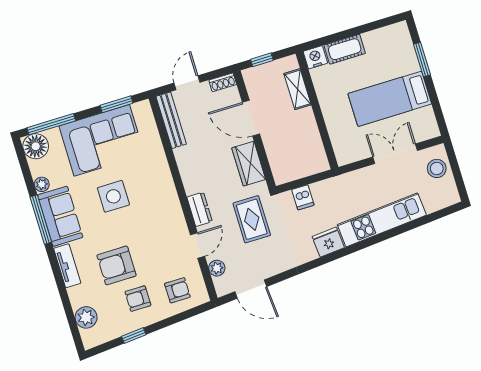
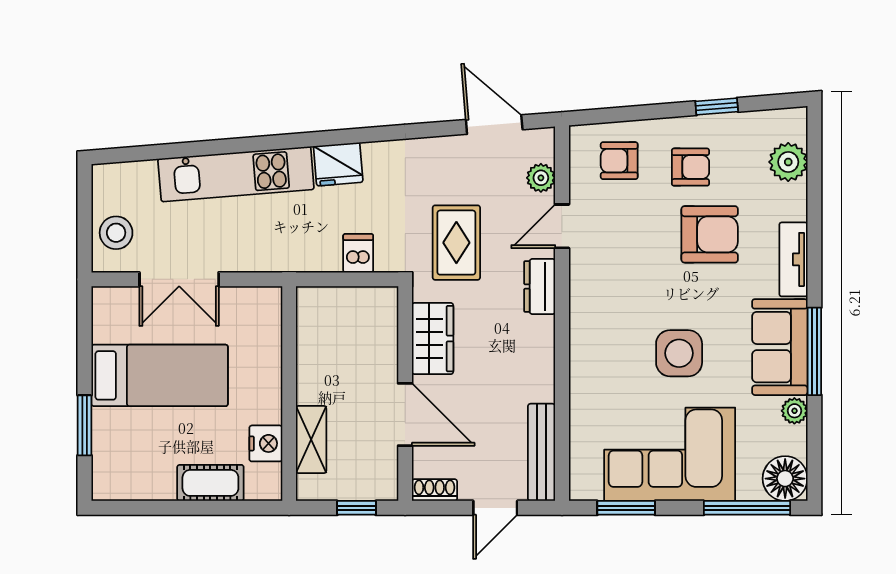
nightstand: (315, 57) -> (266, 443), moved, turned -90

